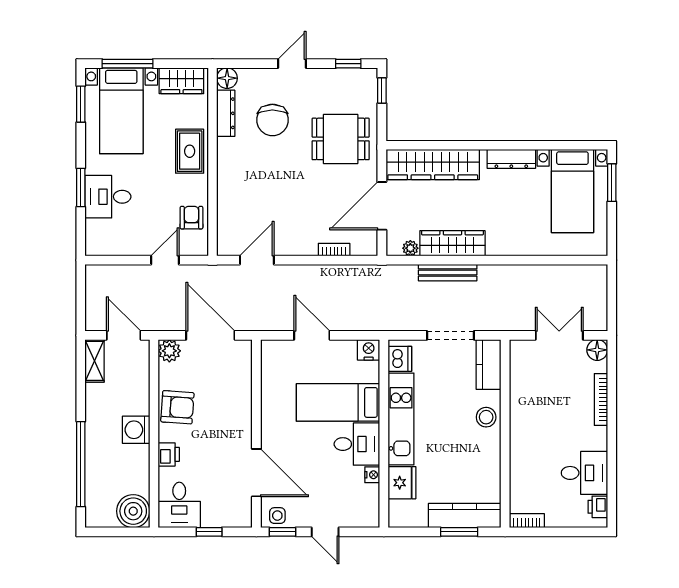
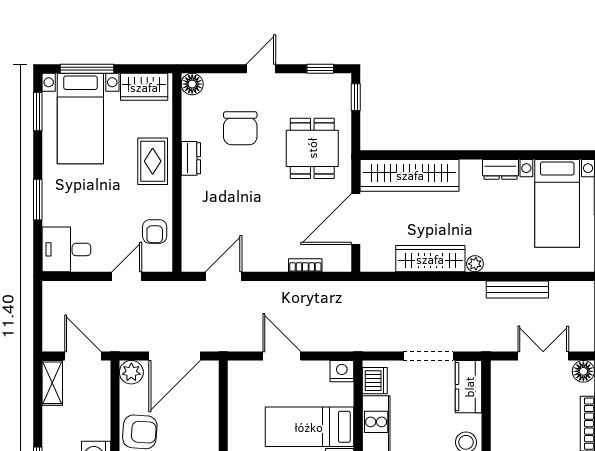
dresser: (226, 113) -> (191, 158), moved, width x0.70
dining table: (341, 139) -> (312, 148), turned 90
dresser: (511, 159) -> (500, 169), width x0.70
desk: (108, 197) -> (66, 249), moved
armchair: (191, 218) -> (155, 231), turned 180
plant: (410, 248) -> (475, 264), moved
bench: (448, 273) -> (517, 290), moved
door: (210, 335) -> (175, 356), swing flipped

